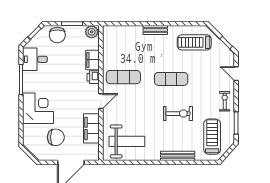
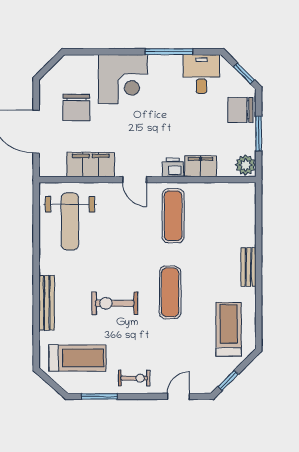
exercise bike: (178, 114) -> (115, 303), turned 90

